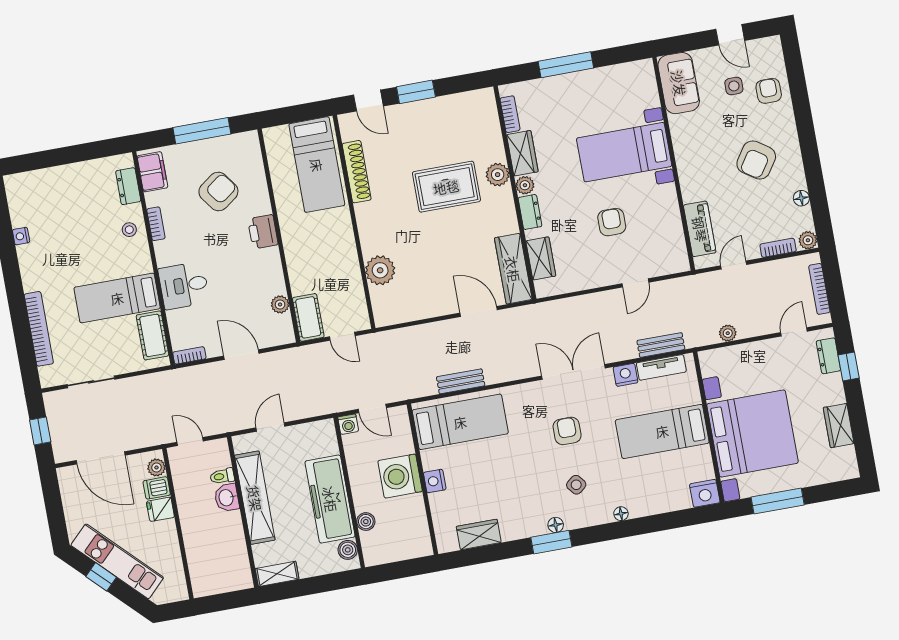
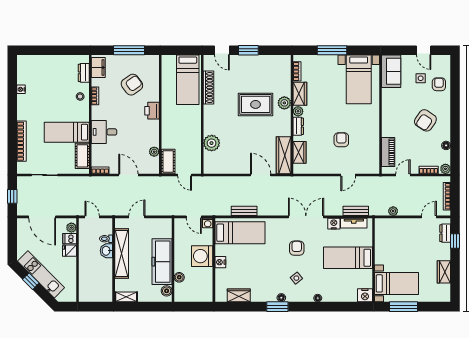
bed with nightstands: (624, 152) -> (359, 79), moved, turned -90
washing machine: (348, 424) -> (208, 223), moved
bed with nightstands: (752, 433) -> (397, 283), width x0.54

